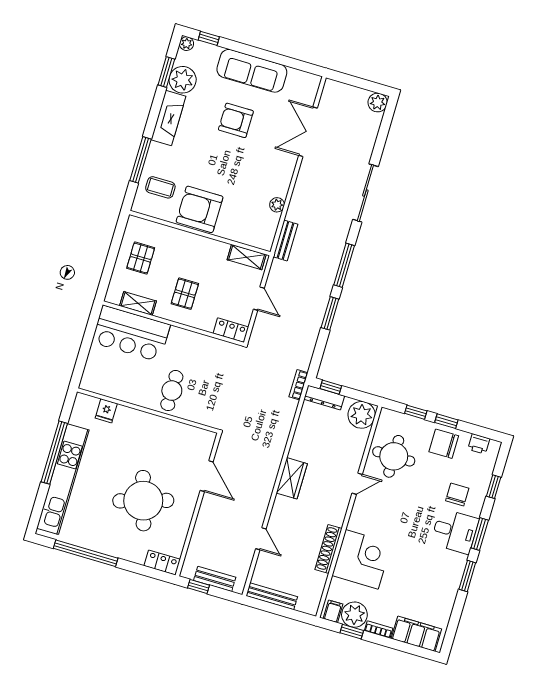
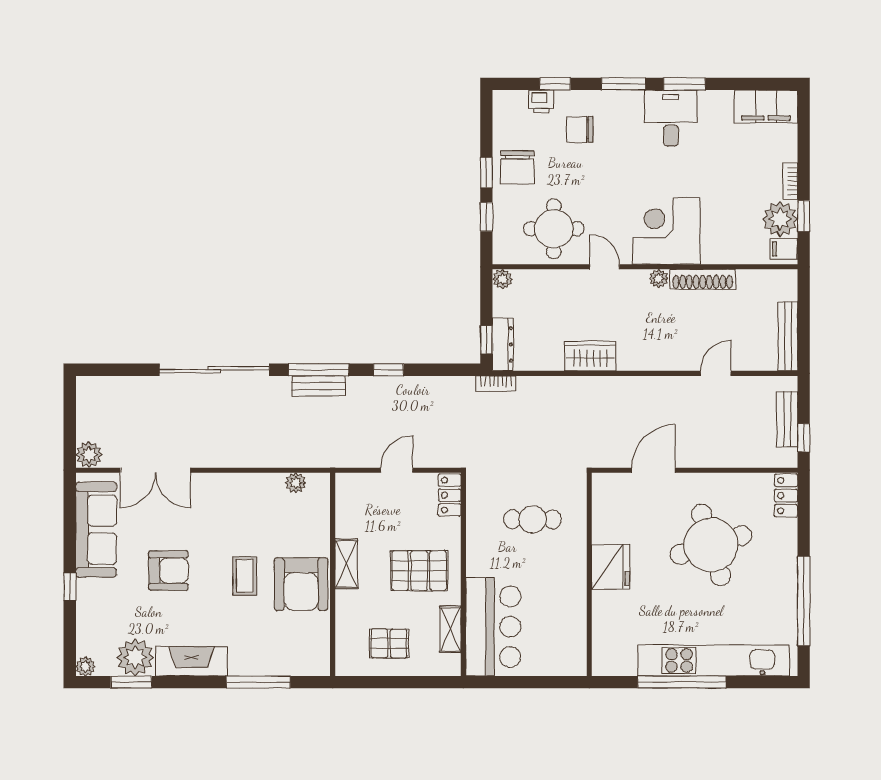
window: (209, 38) -> (70, 587), moved
sofa: (252, 71) -> (96, 530), moved
plant: (378, 103) -> (89, 455), moved
armchair: (236, 120) -> (168, 571), turned -90
coffee table: (160, 187) -> (245, 576), moved
sliding door: (365, 193) -> (214, 370), width x1.36
plant: (277, 205) -> (296, 483), moved
bench: (285, 240) -> (319, 386), moved
shelving: (247, 257) -> (346, 564), moved
pallet: (185, 294) -> (419, 571), width x1.50, depth x1.42
window: (330, 313) -> (388, 370), width x0.67
cafe table: (172, 391) -> (532, 519), moved
fridge: (106, 411) -> (611, 567), moved, width x1.88, depth x1.34
plant: (362, 415) -> (502, 279), width x0.53, depth x0.53
printer: (479, 444) -> (541, 102), moved, turned 90
wardrobe: (292, 478) -> (590, 356), moved
plant: (338, 519) -> (659, 278), added
desk: (455, 531) -> (671, 118), moved
corner desk: (362, 559) -> (667, 231), moved
filing cabinet: (416, 634) -> (766, 106), moved, turned -90

